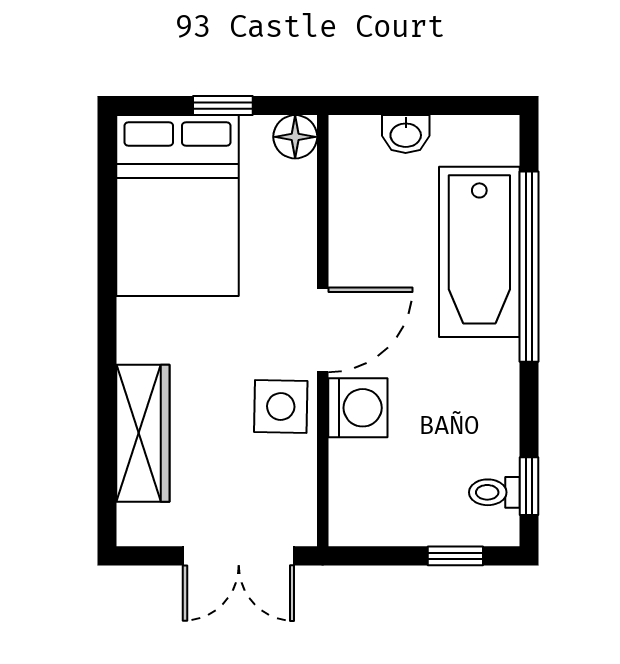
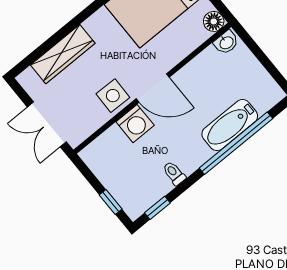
washbasin: (406, 134) -> (226, 42), moved, turned -90
bathtub: (479, 252) -> (230, 125), width x0.73, depth x0.73
toilet: (494, 492) -> (174, 173), moved

